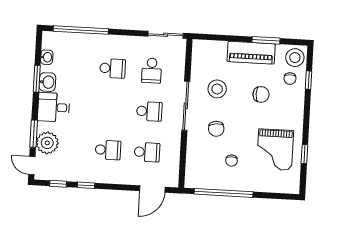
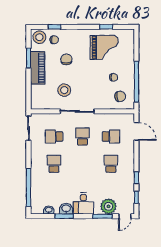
school desk: (152, 71) -> (54, 137), turned 180
chair: (216, 129) -> (120, 96), moved
school desk: (147, 152) -> (111, 137), turned 90

